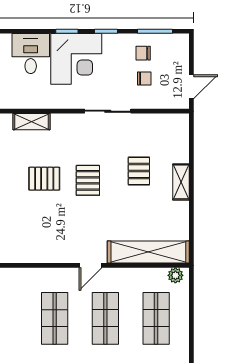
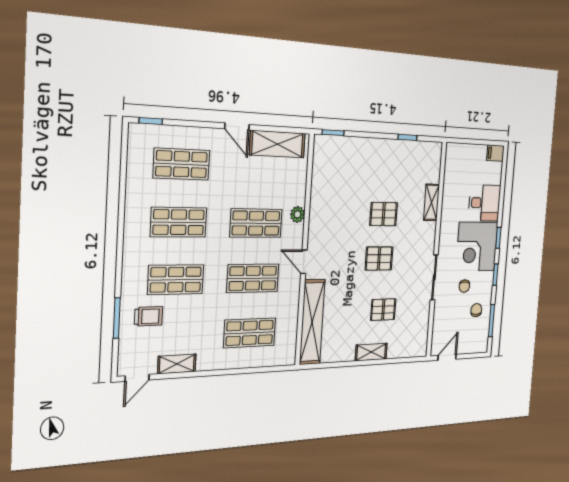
chair: (144, 79) -> (464, 286), moved
door: (191, 87) -> (447, 357), swing flipped
pallet: (44, 179) -> (384, 214), turned 90
plant: (175, 275) -> (298, 214), moved

